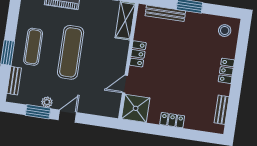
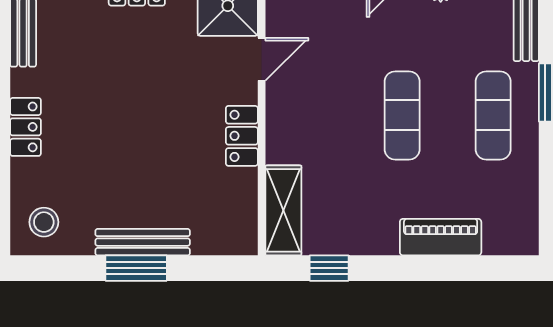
bench: (165, 13) -> (143, 242), moved
exercise mat: (71, 52) -> (402, 115), width x0.73, depth x0.69

